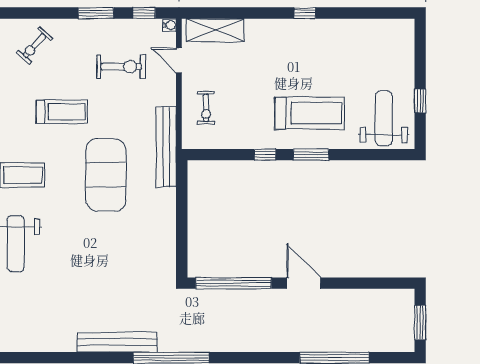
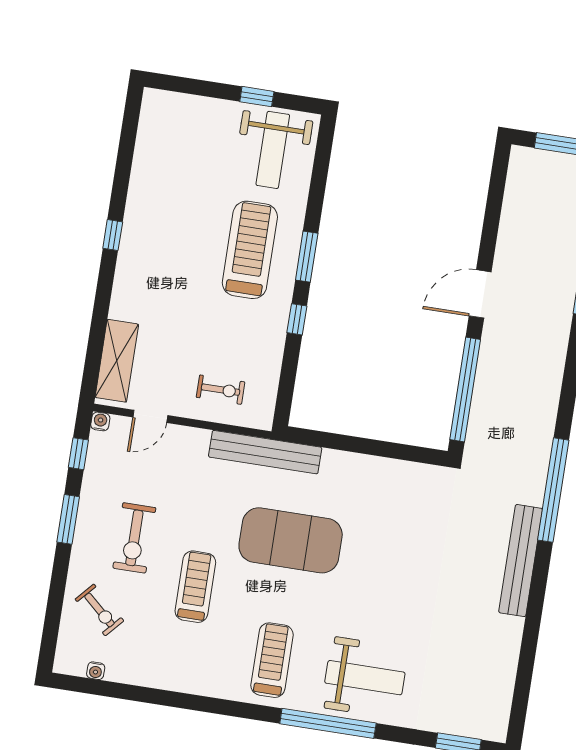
exercise bike: (121, 67) -> (134, 538), moved, turned 180
weight bench: (384, 118) -> (273, 150), turned -90

